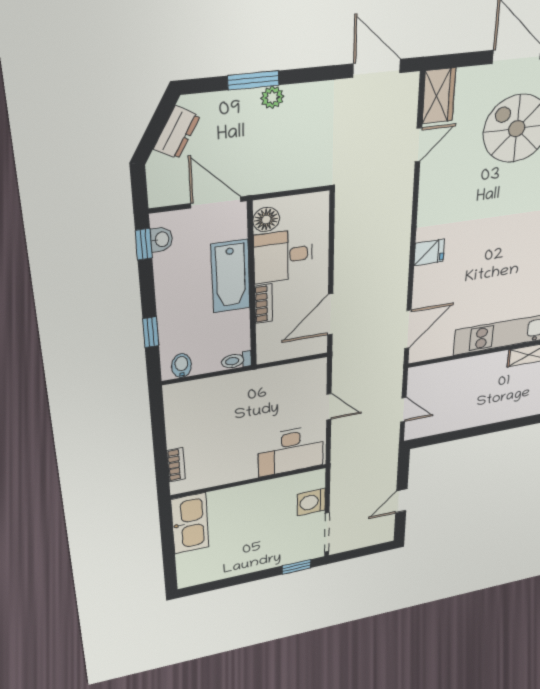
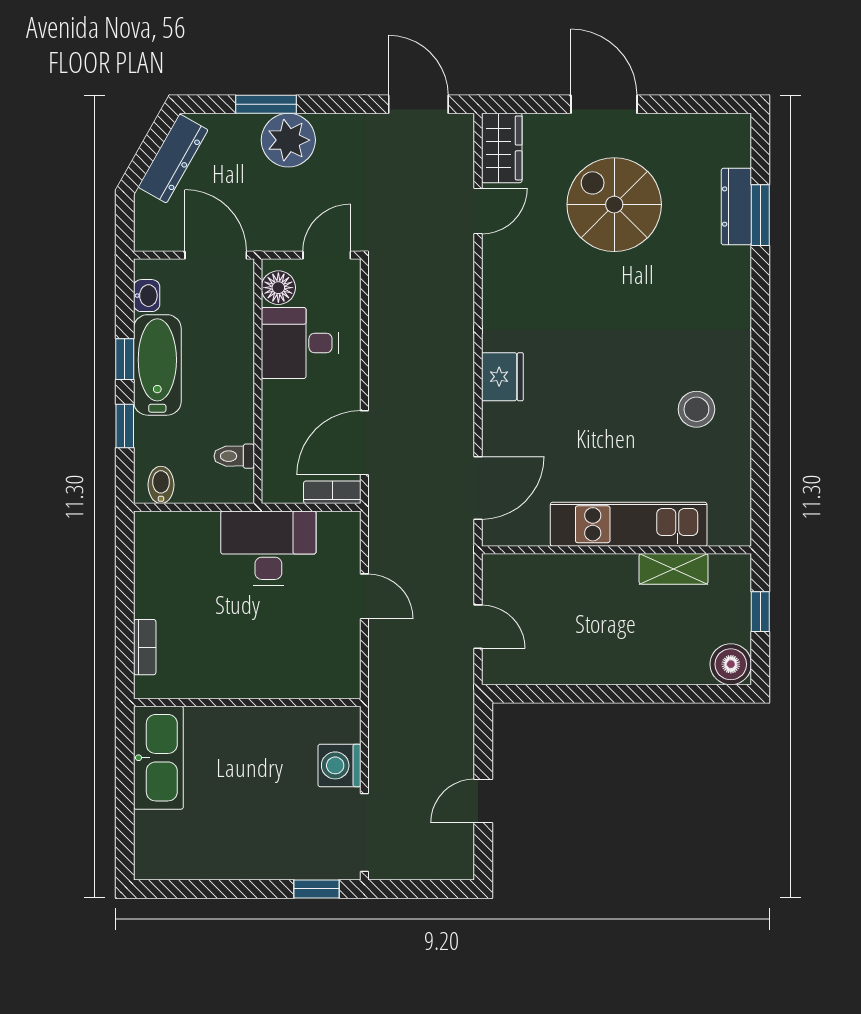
plant: (272, 97) -> (288, 140), width x1.88, depth x1.88
dresser: (177, 132) -> (173, 158), width x1.44
door: (303, 191) -> (327, 255), added
window: (144, 244) -> (125, 359), moved
fridge: (429, 252) -> (502, 377), width x1.38
bathtub: (231, 276) -> (157, 365), moved, turned 180
bookcase: (264, 304) -> (332, 492), moved, turned -90
toilet: (236, 360) -> (234, 456), moved
desk: (291, 451) -> (268, 548), moved, turned 180

